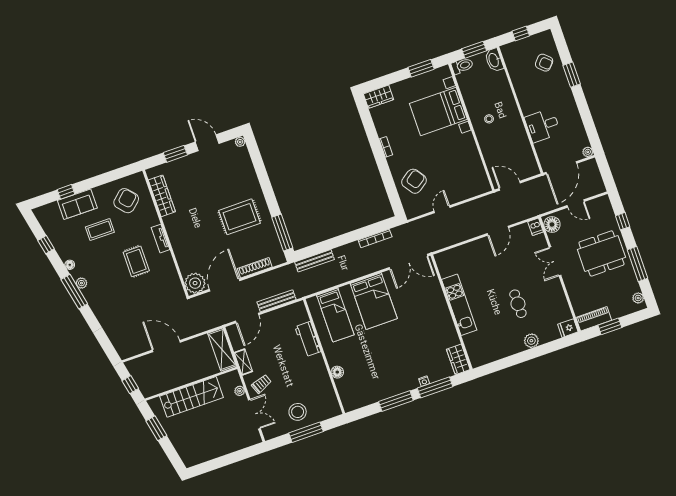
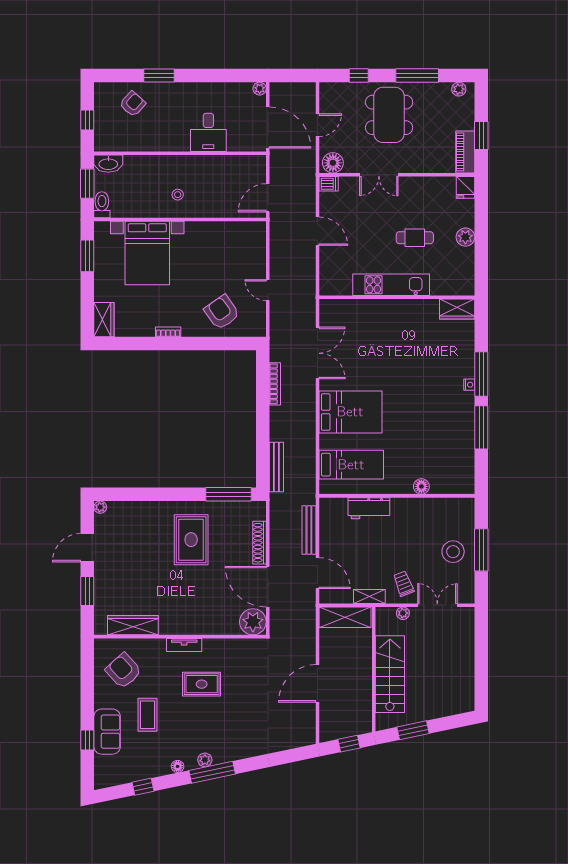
kitchen unit: (459, 305) -> (391, 285), moved
wall: (452, 312) -> (397, 297), moved
wardrobe: (458, 359) -> (457, 309), moved

